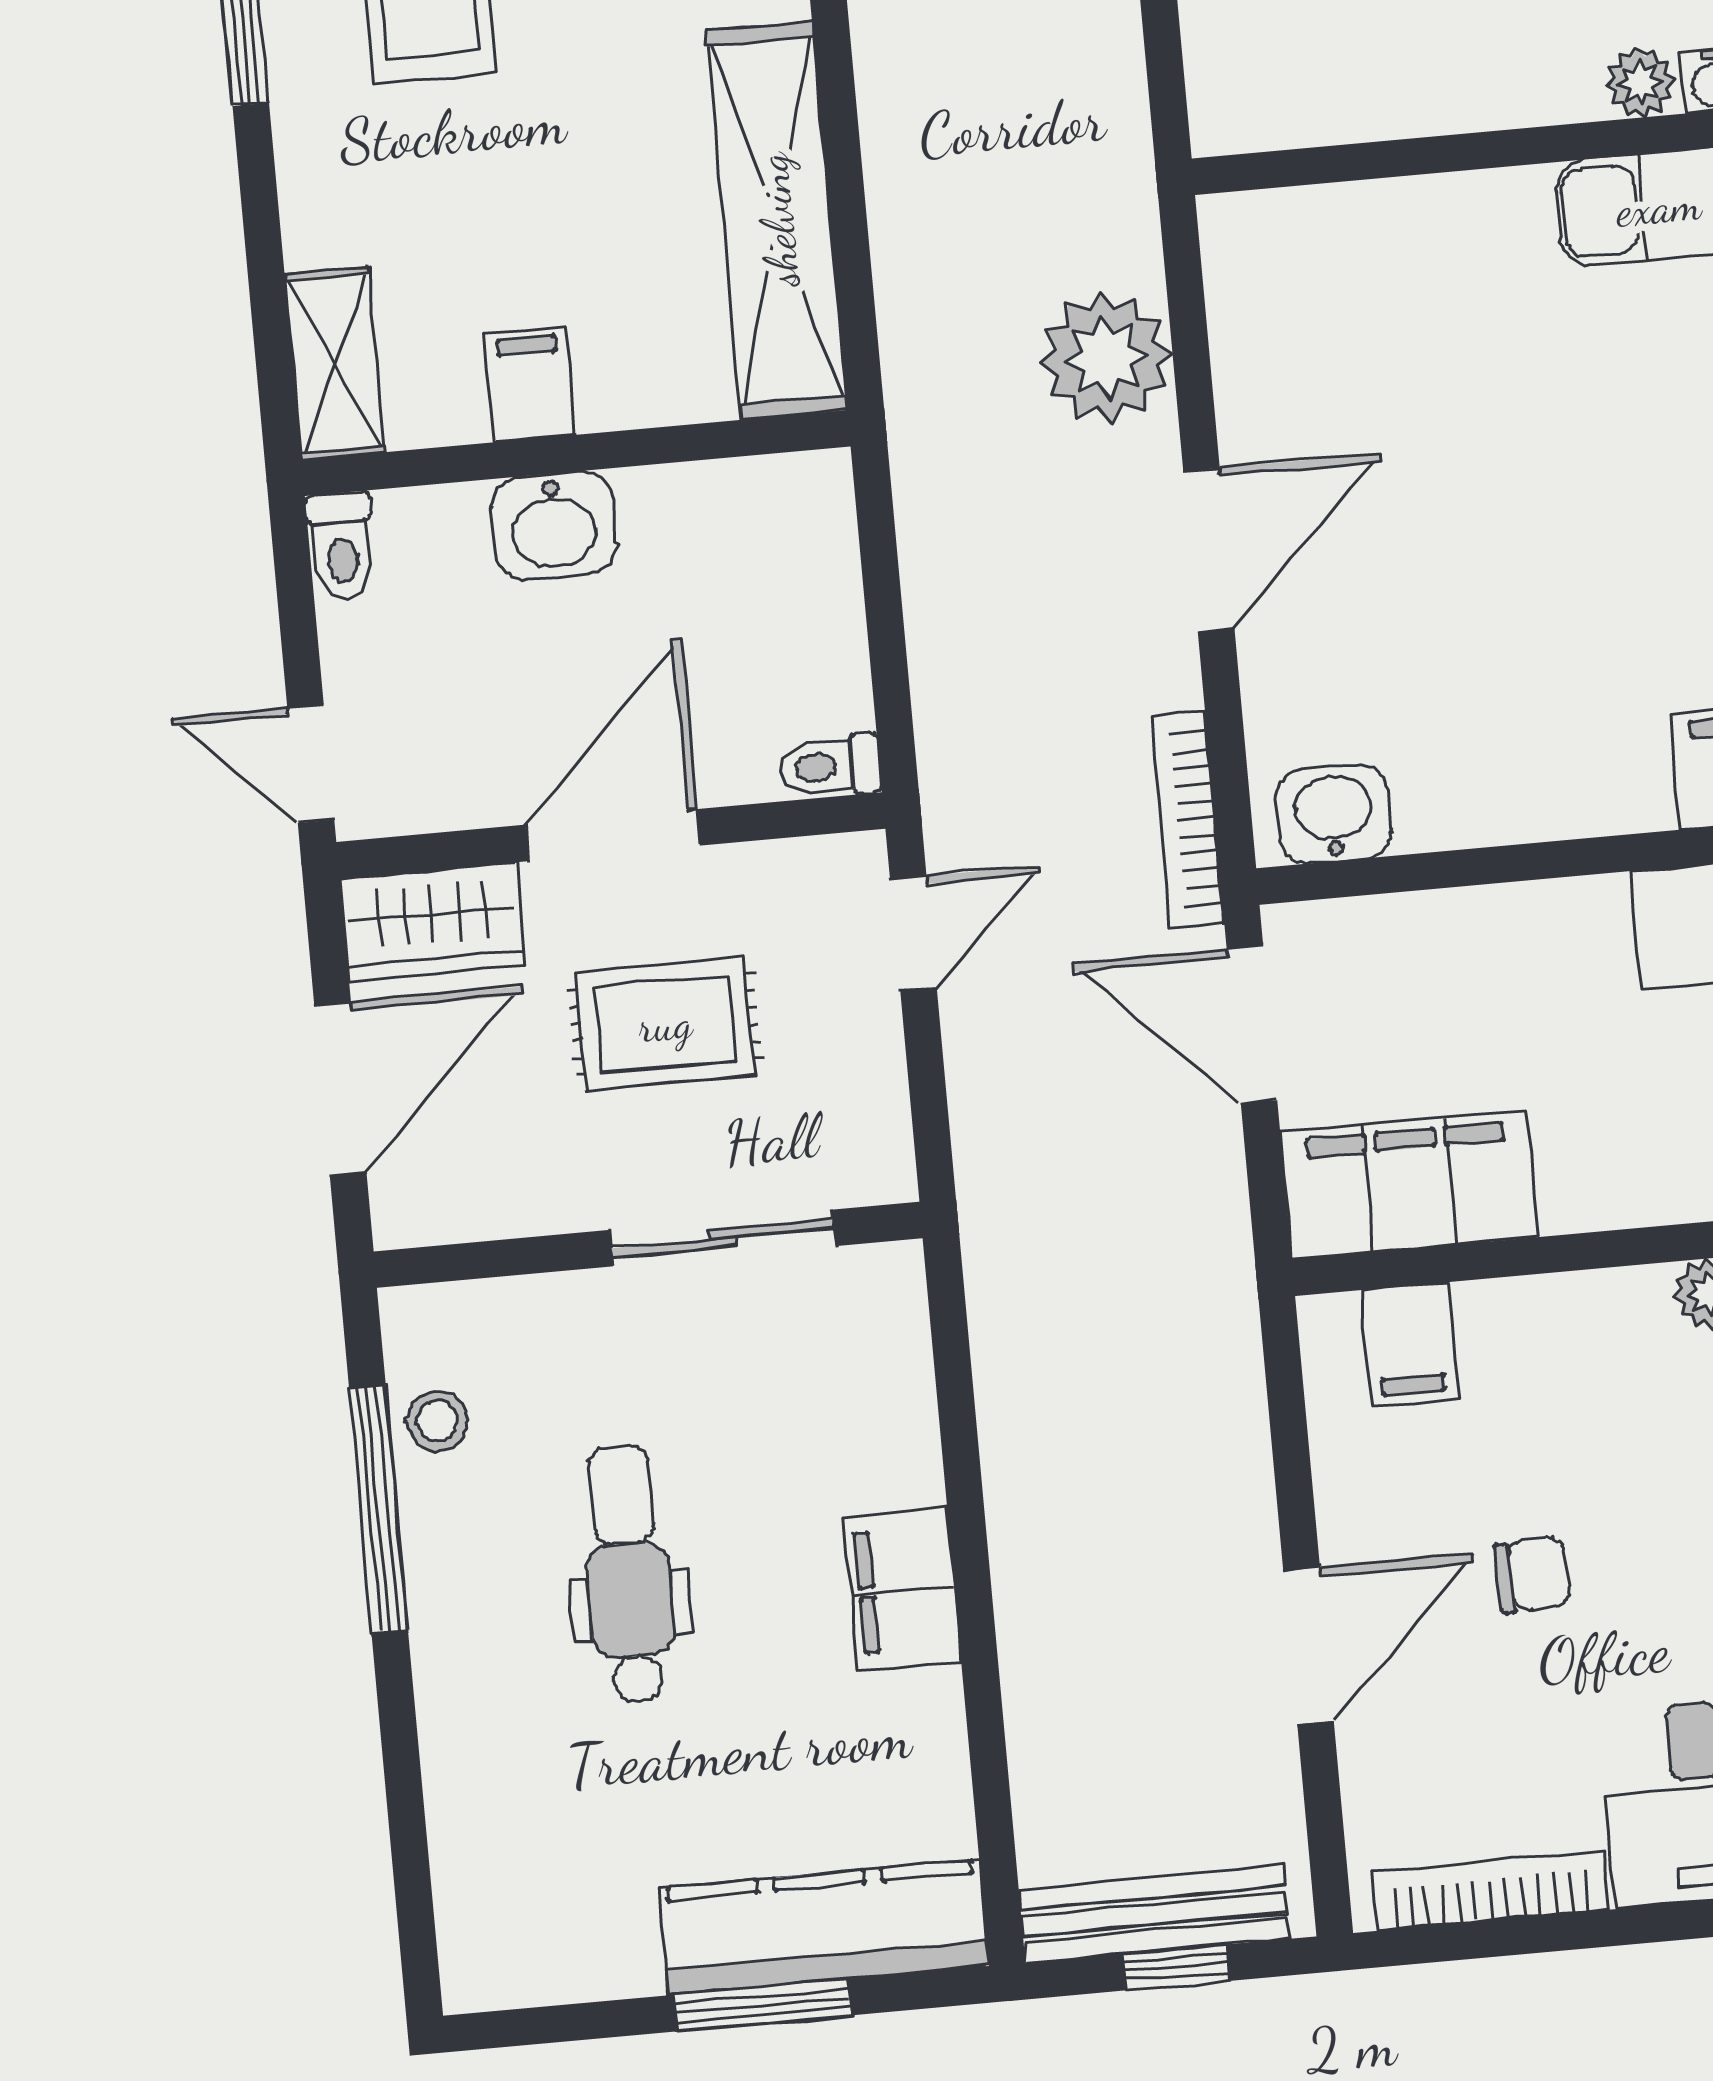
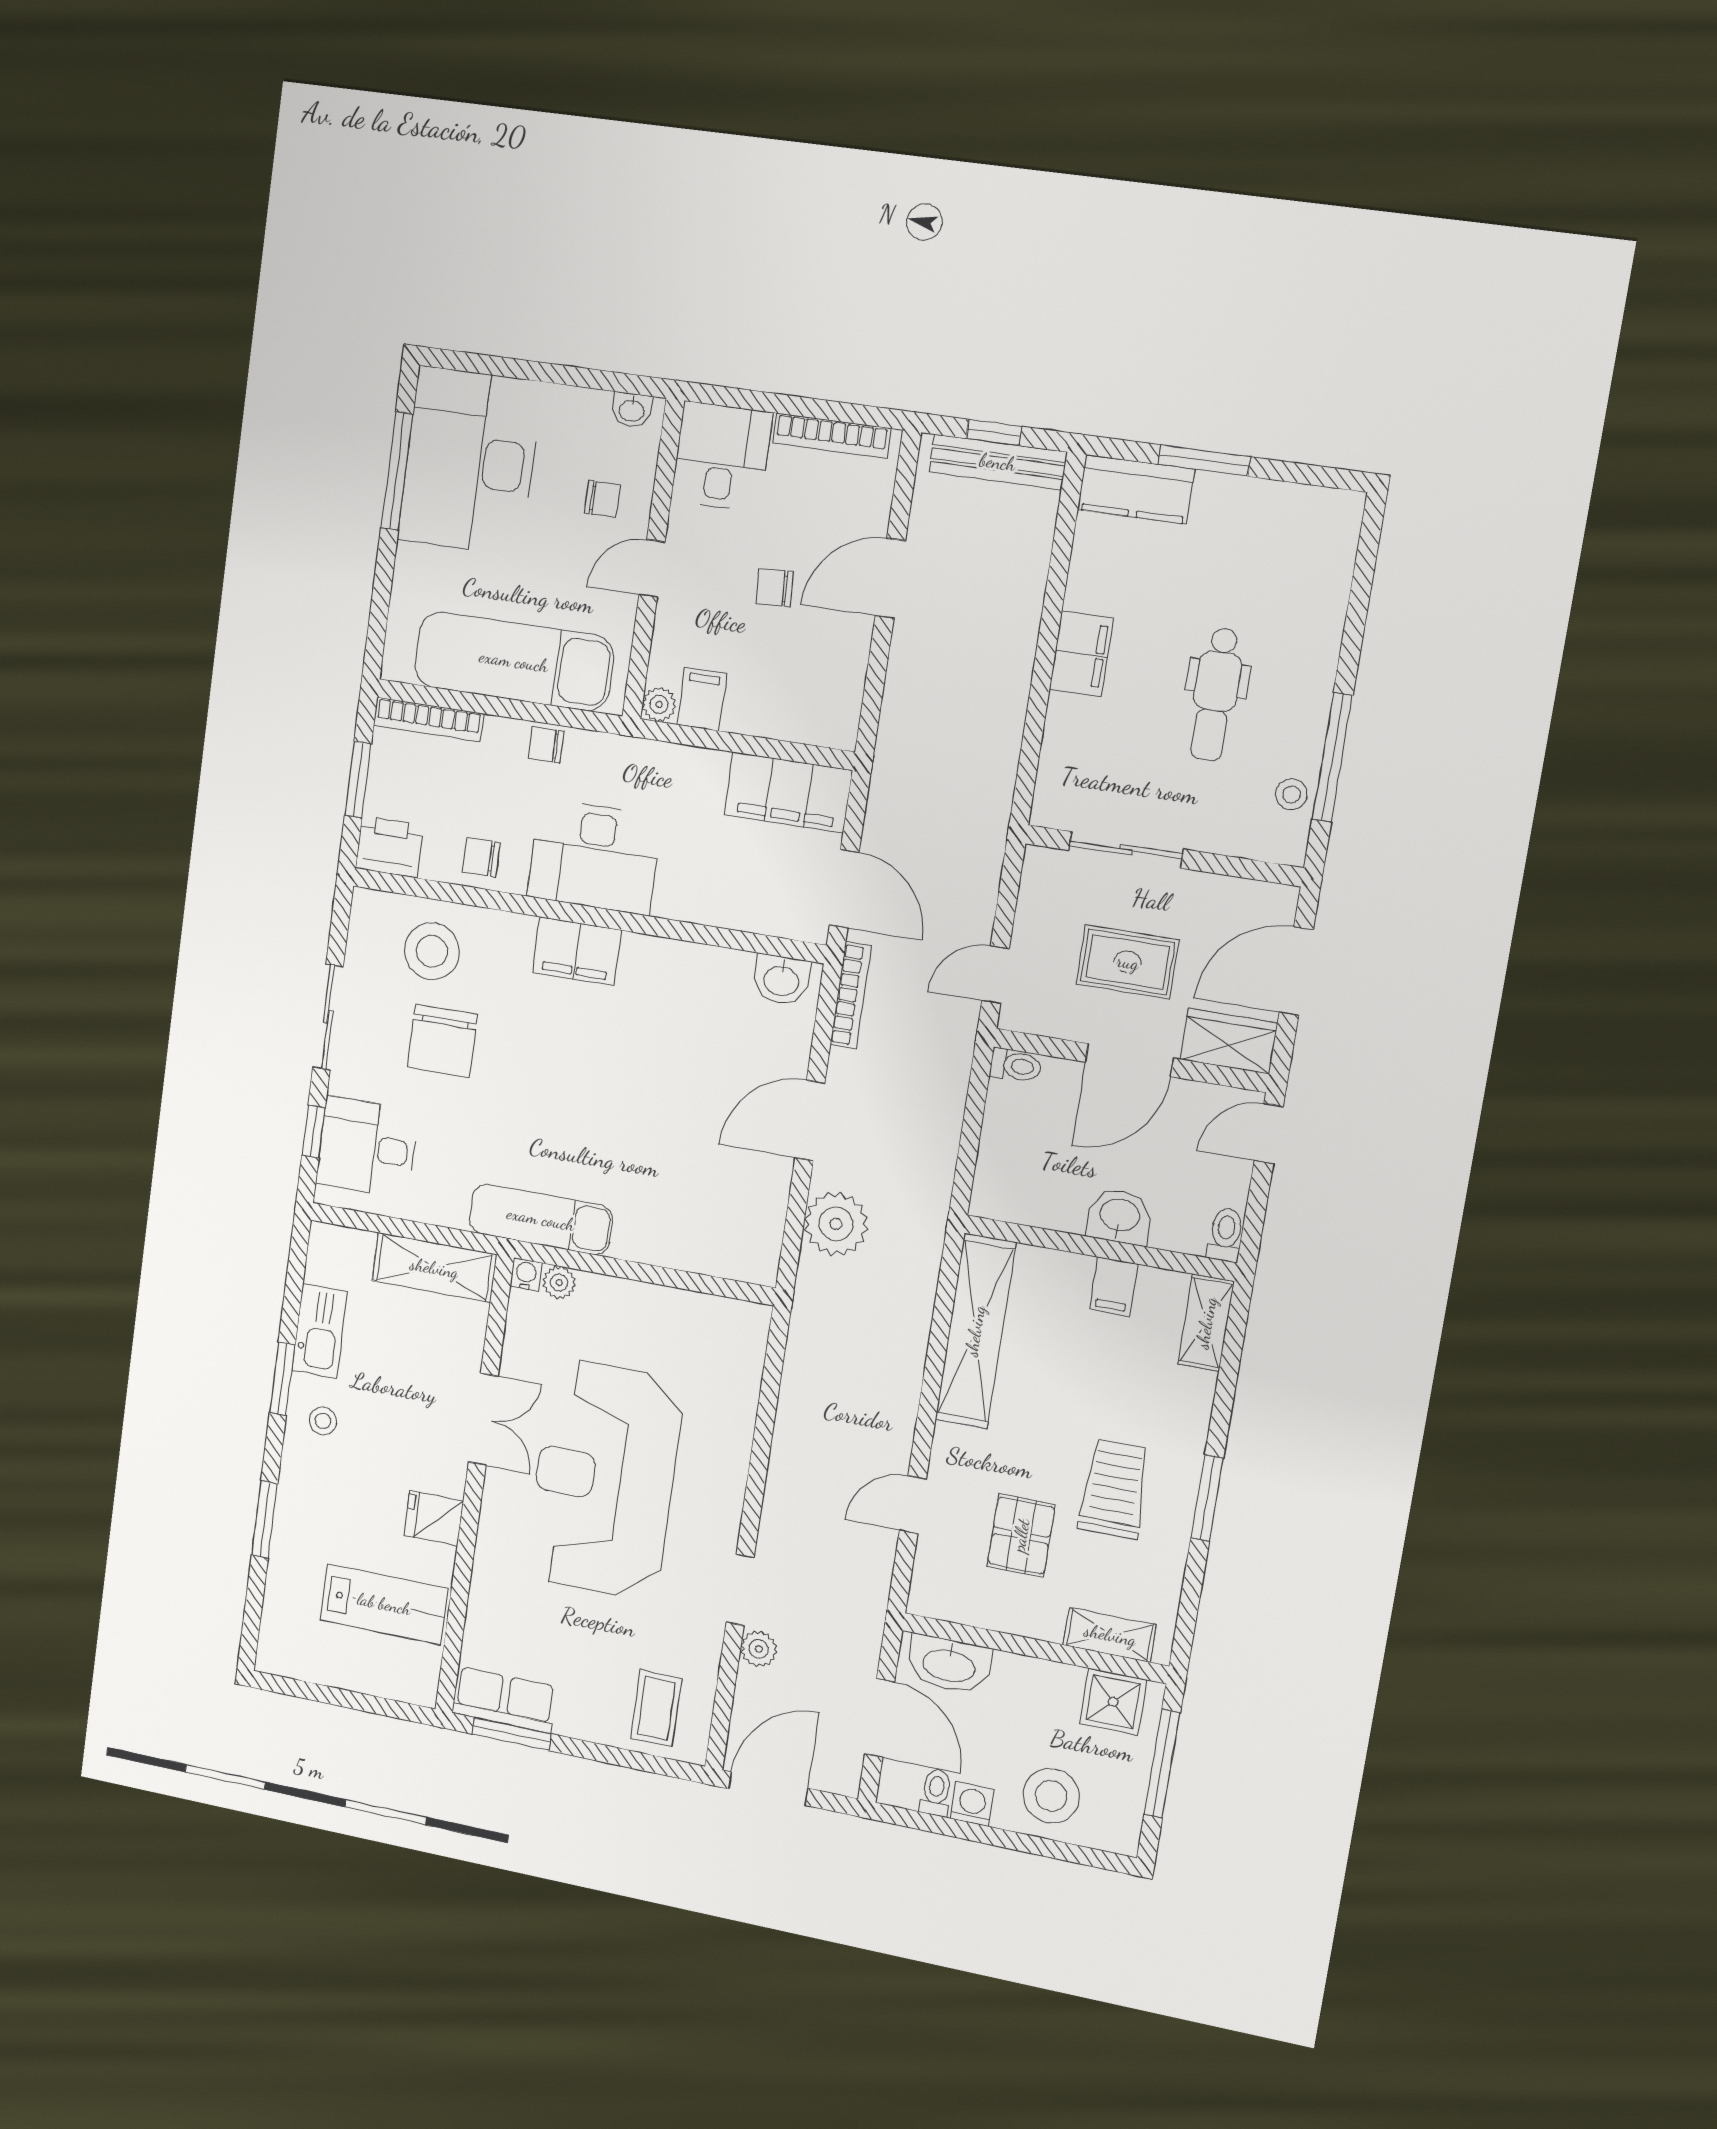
door: (311, 764) -> (1269, 1134), swing flipped
filing cabinet: (1410, 1344) -> (702, 699), moved
kitchen counter: (824, 1927) -> (1136, 489), width x0.67

